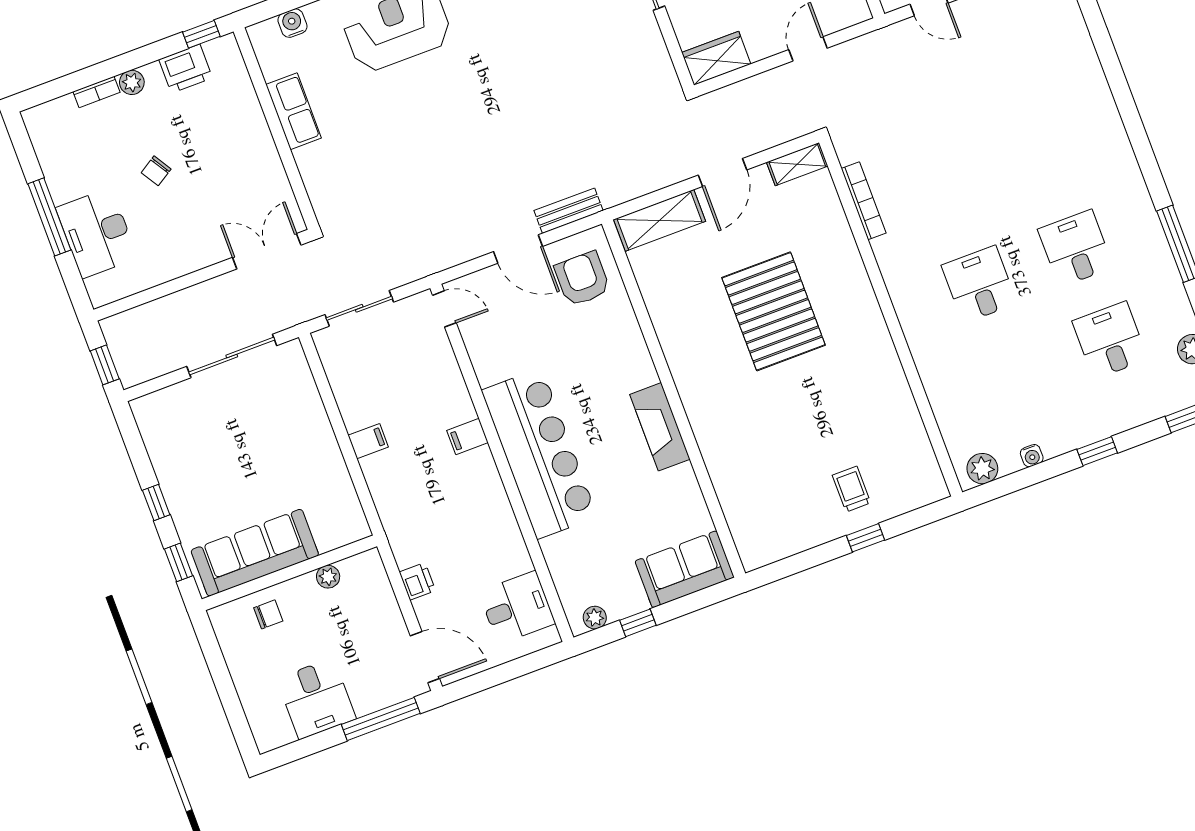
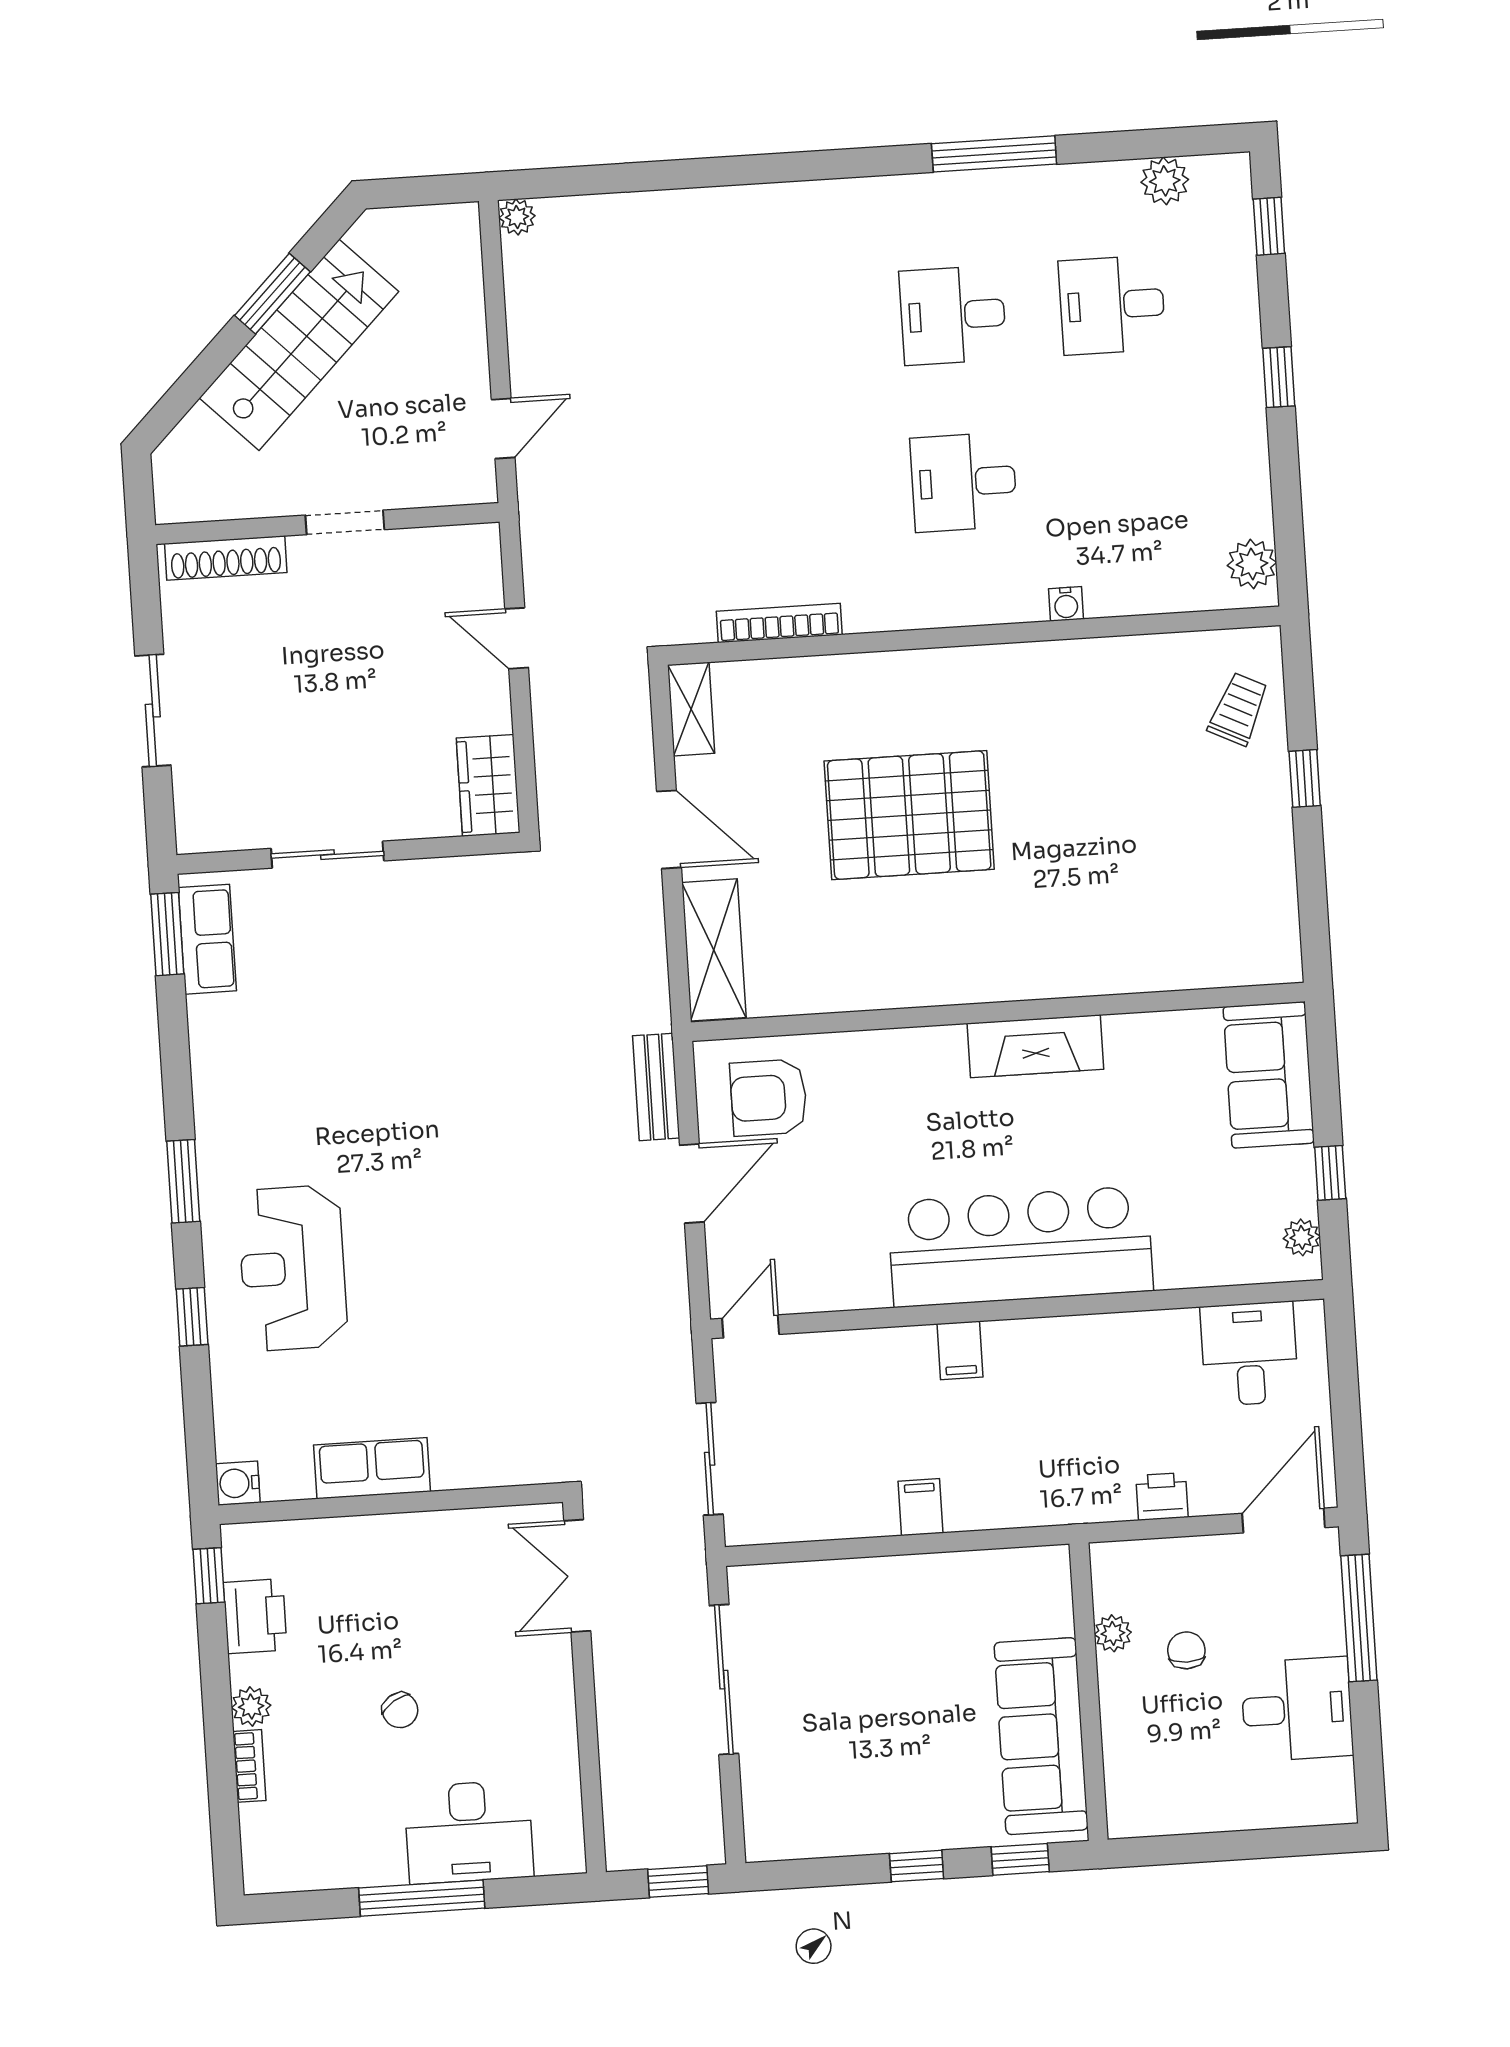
water cooler: (292, 23) -> (238, 1483), moved
water cooler: (1032, 456) -> (1066, 604), moved, turned 90
trolley: (851, 489) -> (1238, 709), moved, turned 116
chair: (268, 614) -> (1186, 1650), moved

